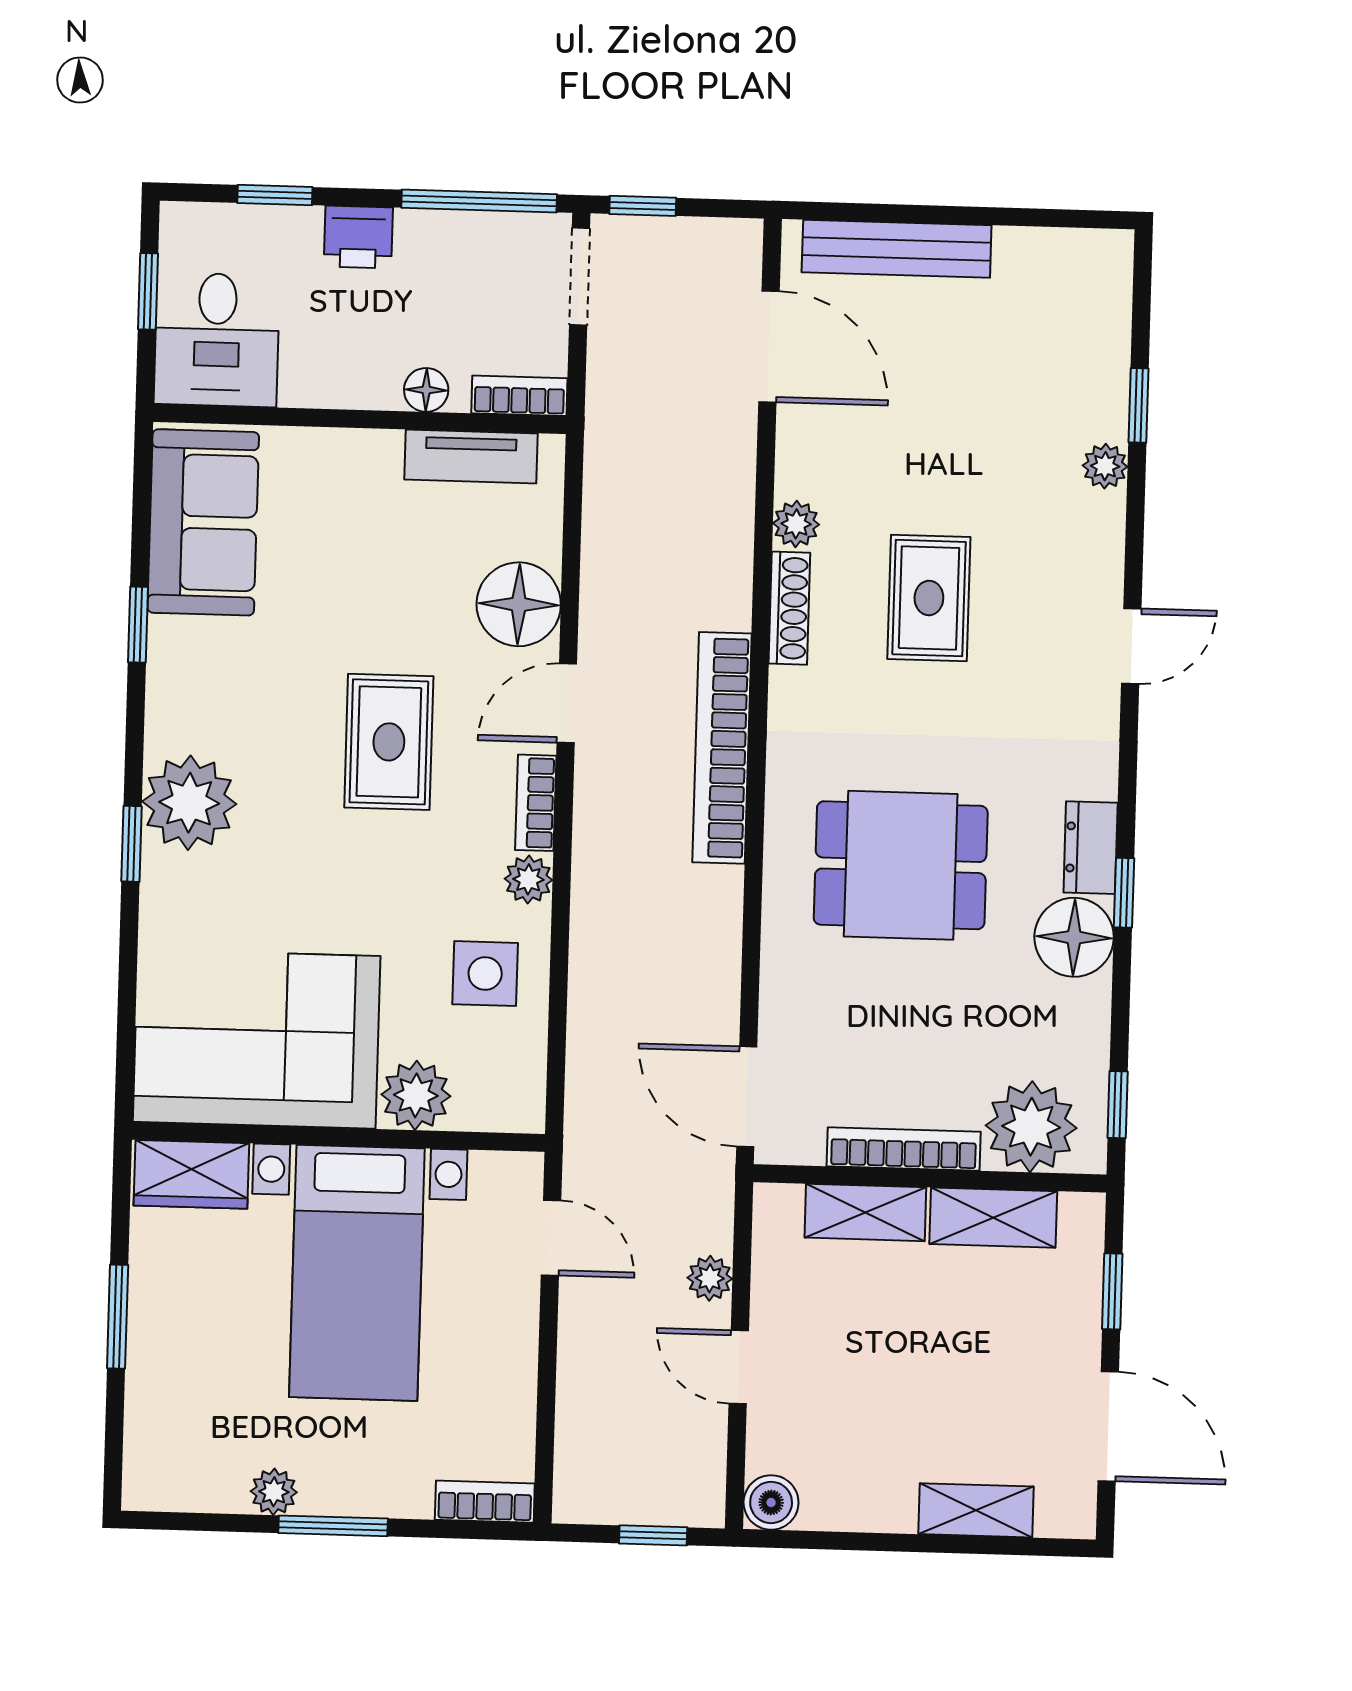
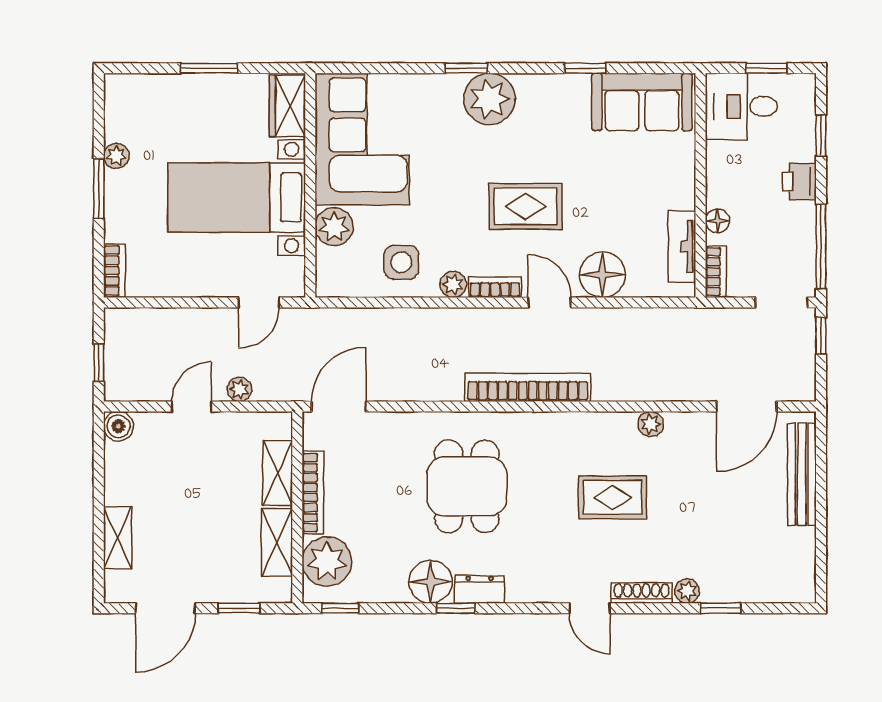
shoe rack: (789, 608) -> (642, 593), moved, turned 180

